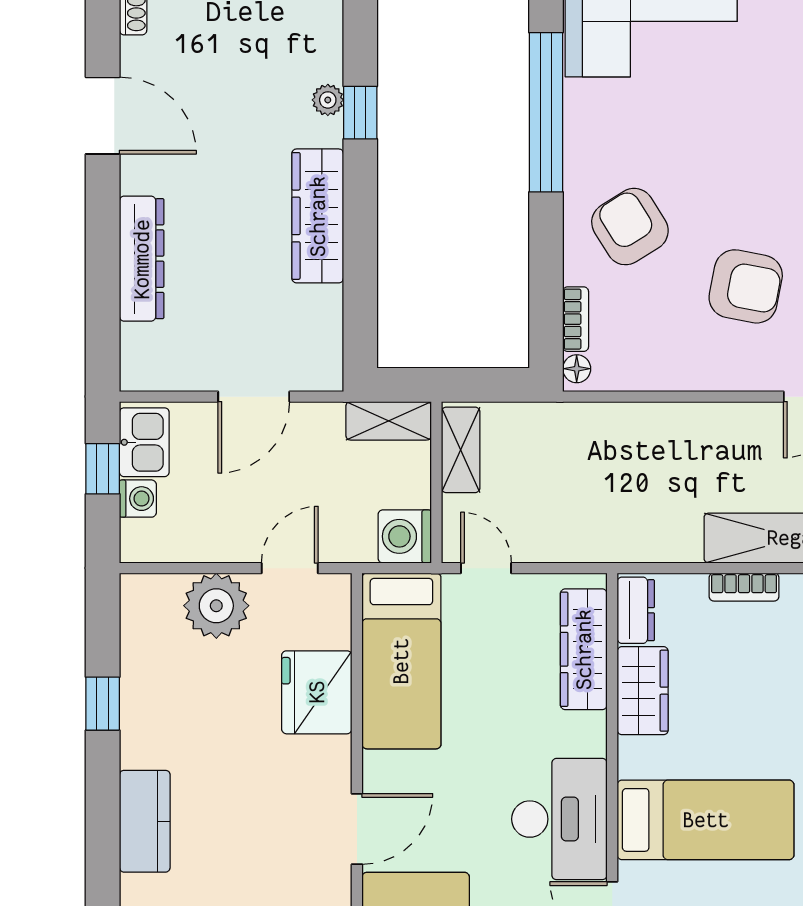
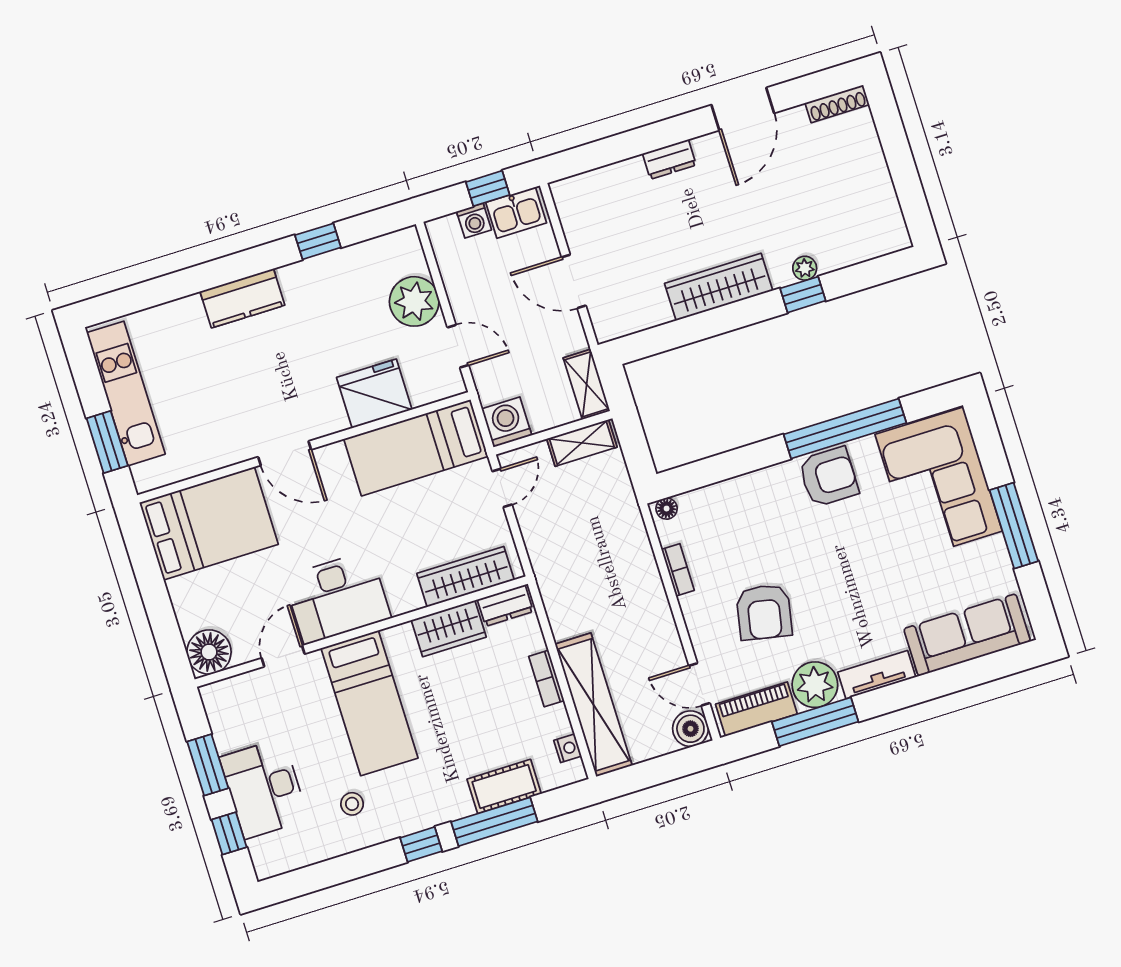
armchair: (630, 227) -> (829, 477), moved, turned 32
dresser: (142, 259) -> (669, 159), width x0.51, depth x0.80
bookcase: (576, 319) -> (678, 570), moved, turned -90

